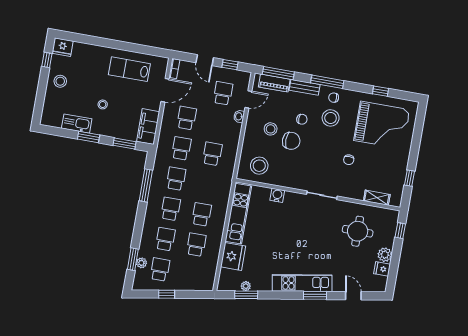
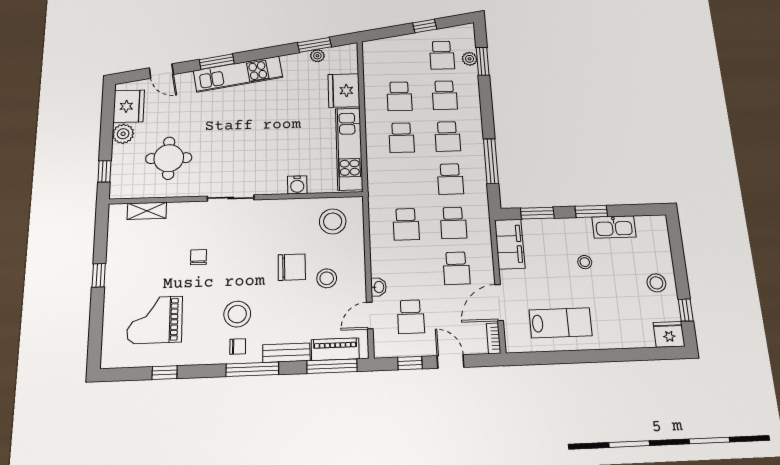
chair: (302, 119) -> (281, 303), removed
grand piano: (382, 125) -> (155, 320), width x0.73, depth x0.68
chair: (291, 141) -> (292, 267), turned 180
window: (410, 178) -> (99, 275), moved
fridge: (382, 269) -> (129, 106), width x1.88, depth x1.34

